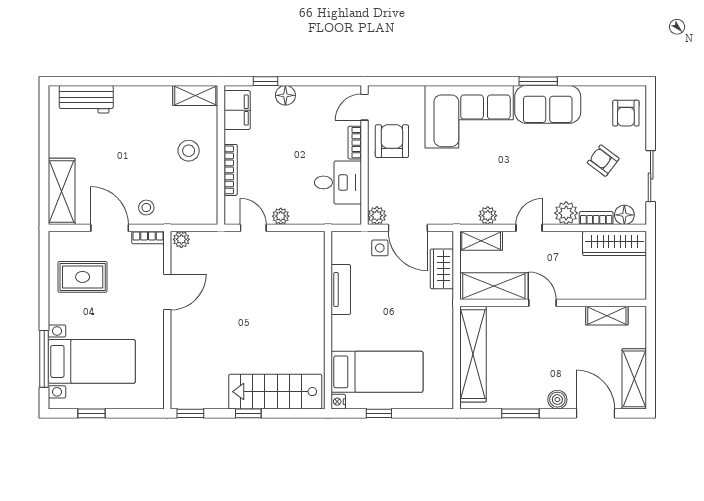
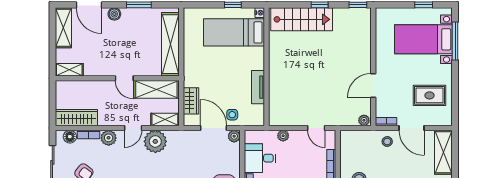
plant: (281, 216) -> (283, 136), moved
plant: (488, 216) -> (155, 141), width x1.88, depth x1.88
shelving: (607, 316) -> (69, 70), moved

